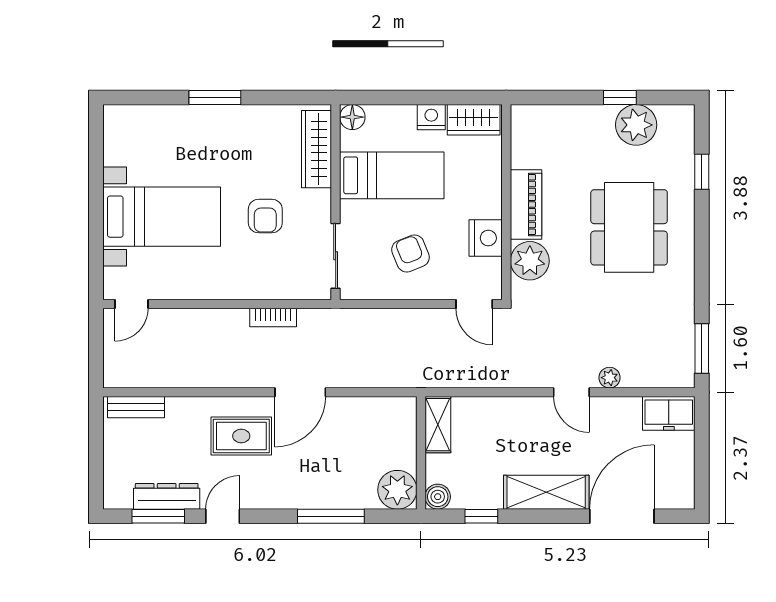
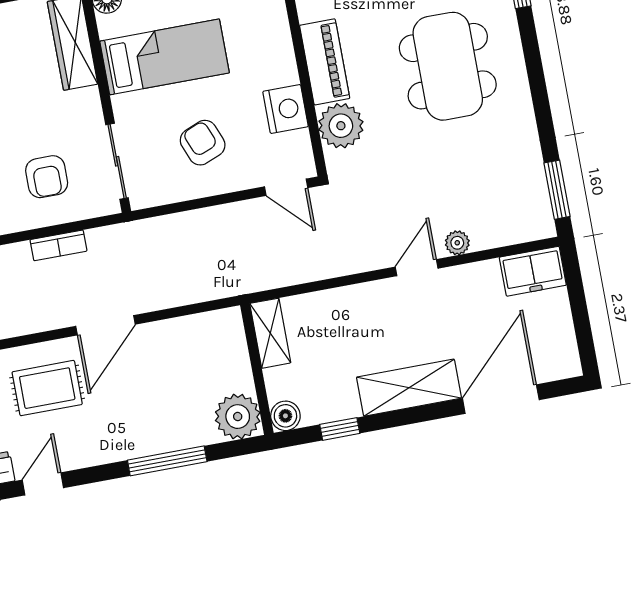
armchair: (265, 216) -> (47, 177), moved
door: (571, 392) -> (417, 268), swing flipped

